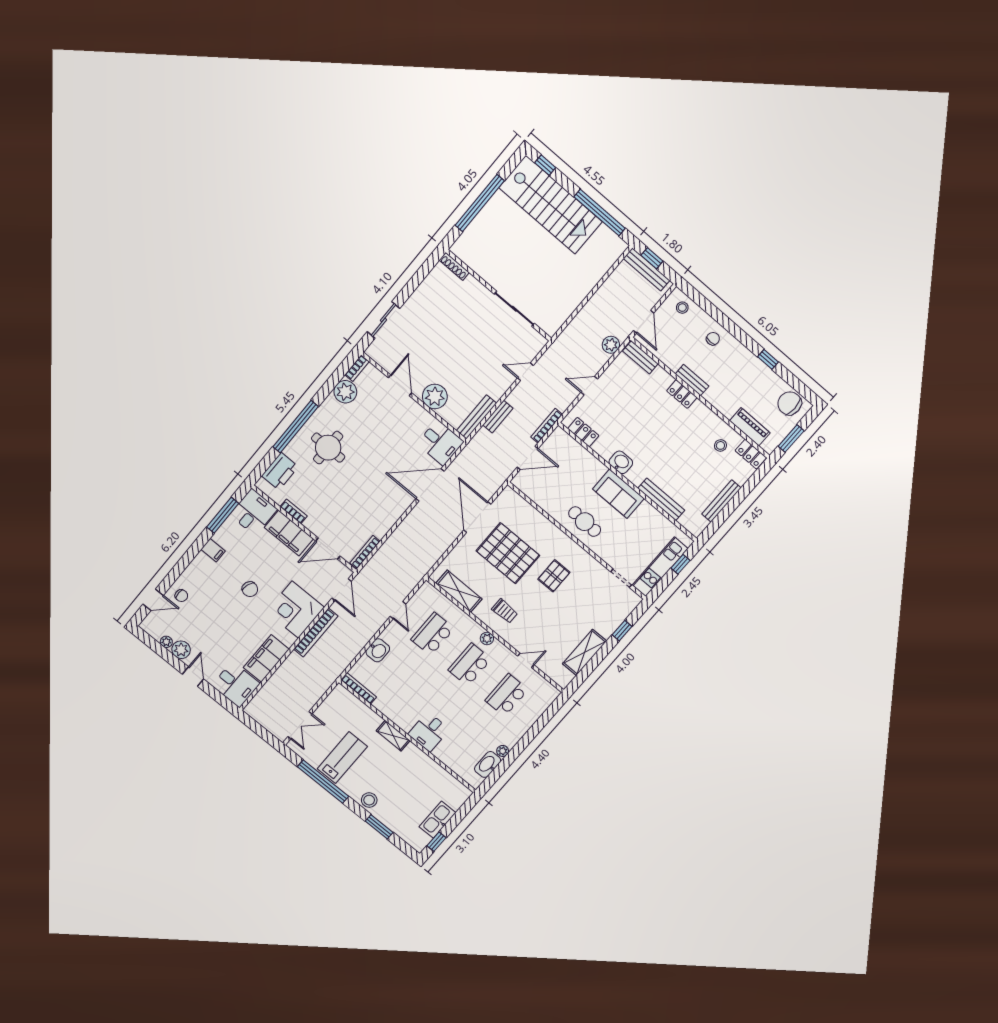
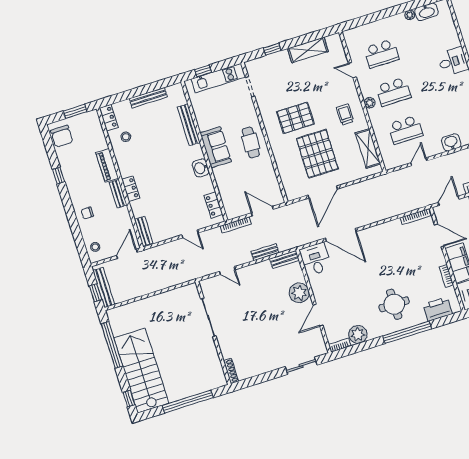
plant: (611, 345) -> (158, 252), removed
bench: (477, 417) -> (284, 260), width x0.73
piano: (750, 427) -> (107, 165), moved
pallet: (554, 576) -> (295, 118), width x1.50, depth x1.42

